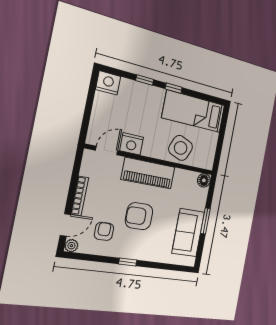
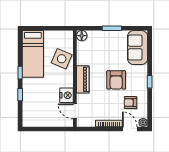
nightstand: (108, 83) -> (29, 119), removed
piano: (148, 173) -> (83, 79), width x0.73, depth x0.75
sofa: (188, 233) -> (138, 48), moved, turned 90

